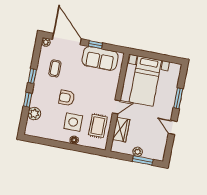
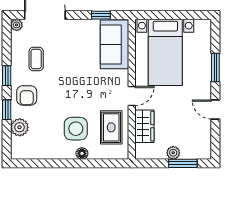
window: (95, 45) -> (101, 15), moved
sofa: (100, 59) -> (114, 44), moved, turned 90
armchair: (67, 98) -> (27, 95), moved, turned -90

